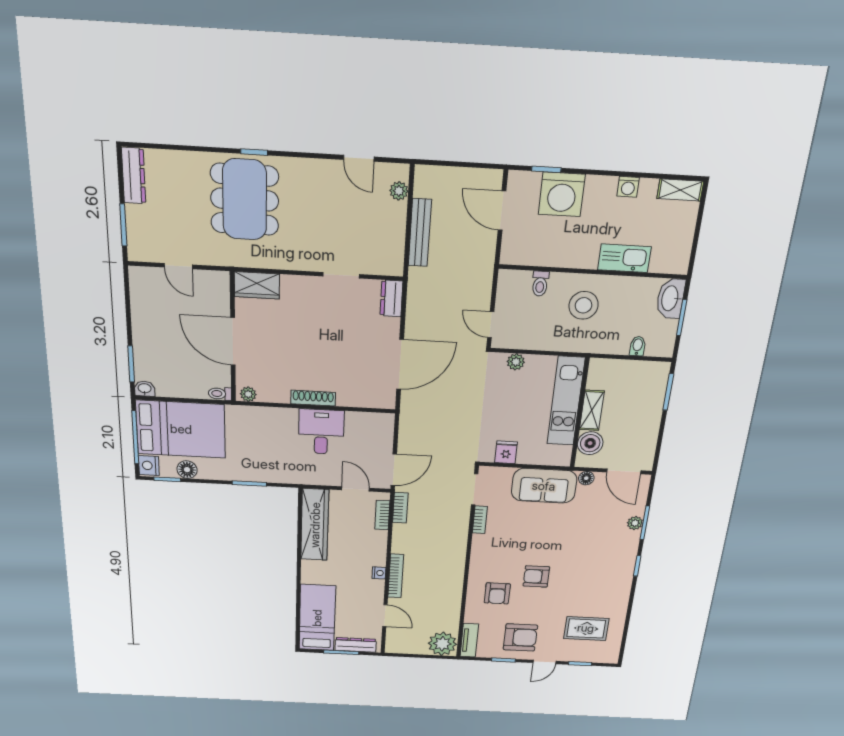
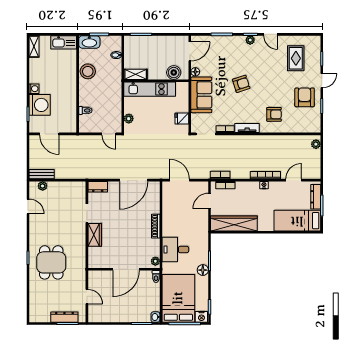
door: (359, 158) -> (28, 206), hinge flipped
dresser: (134, 176) -> (64, 317), moved
washing machine: (628, 187) -> (34, 89), moved
dining table: (245, 200) -> (51, 262), width x0.73
door: (502, 211) -> (49, 134), hinge flipped
bench: (420, 233) -> (42, 174), moved, width x0.73
kitchen sink: (624, 258) -> (64, 42), moved, turned -90
door: (178, 266) -> (87, 297), hinge flipped
wardrobe: (257, 285) -> (95, 235), moved
stool: (584, 305) -> (88, 71), moved
door: (491, 325) -> (109, 134), hinge flipped
door: (400, 364) -> (134, 180), swing flipped
shelving: (592, 410) -> (136, 74), moved
desk: (321, 432) -> (175, 249), moved
floor lamp: (187, 470) -> (203, 270), moved
door: (394, 470) -> (180, 180), moved
plant: (635, 523) -> (250, 40), moved
armchair: (536, 576) -> (241, 84), moved, turned -108
door: (632, 595) -> (271, 34), added
tv unit: (469, 640) -> (247, 128), moved
plant: (442, 644) -> (316, 144), width x0.53, depth x0.53
door: (544, 662) -> (322, 81), hinge flipped

